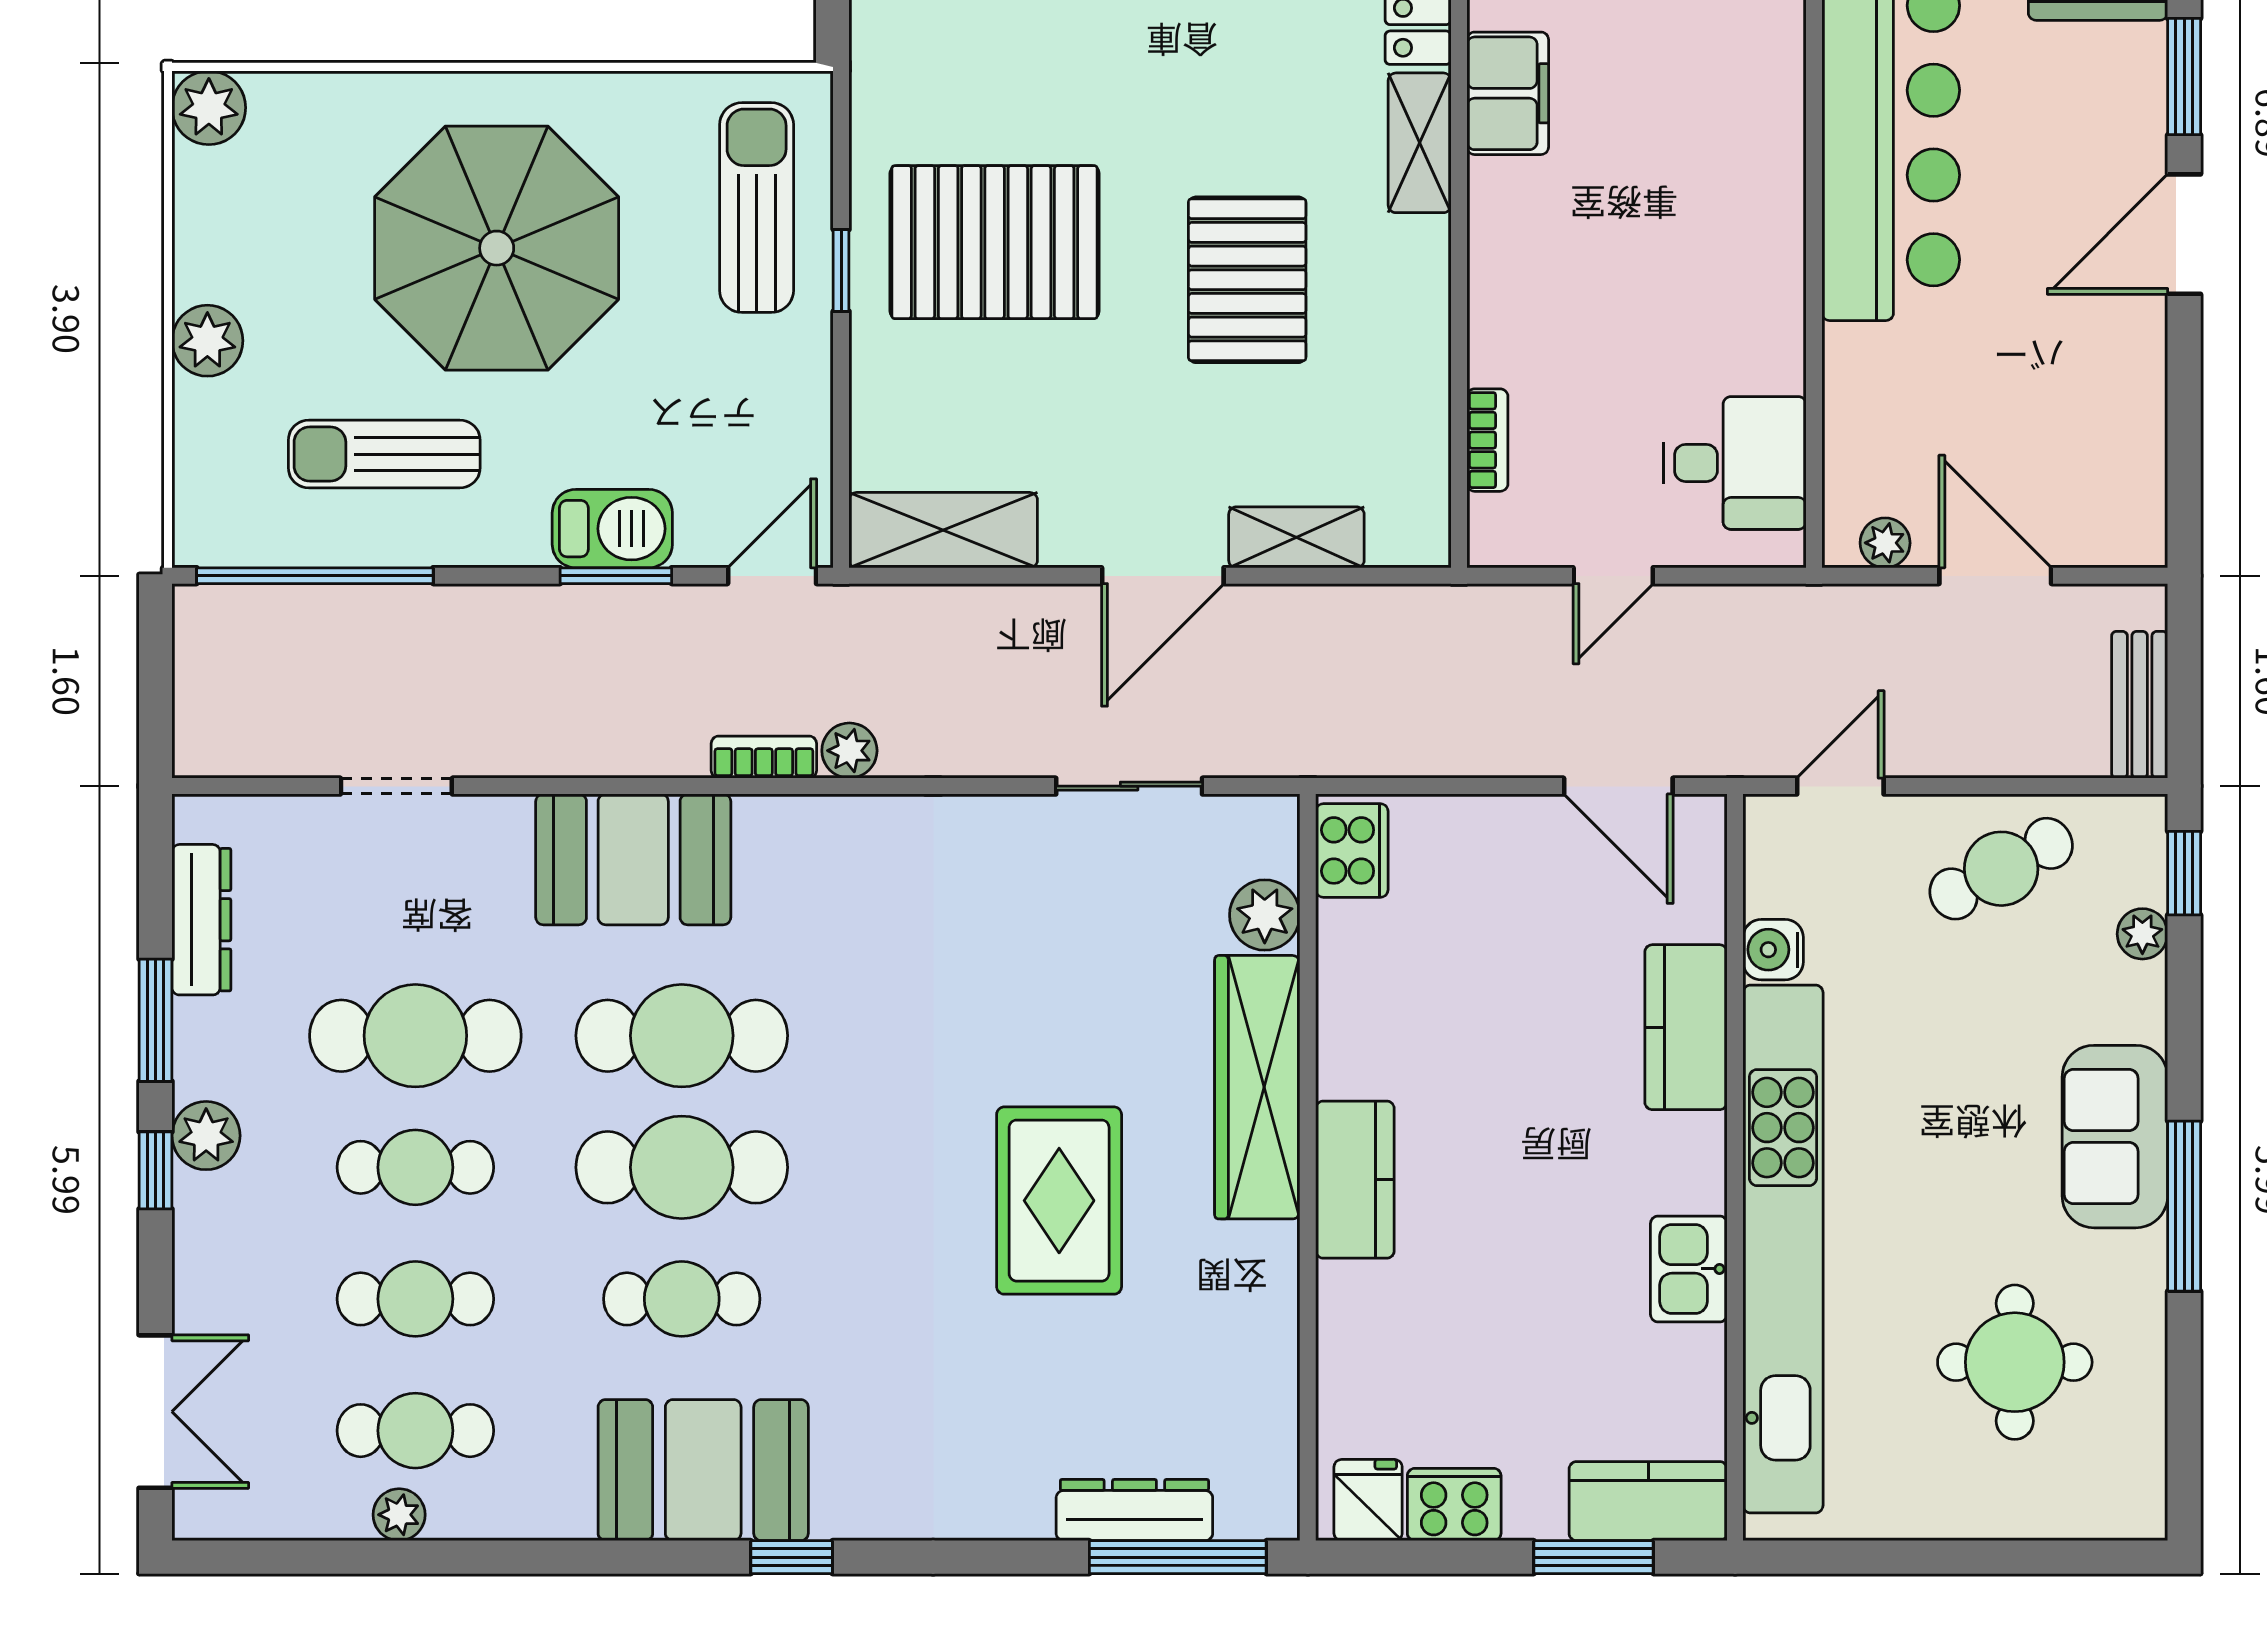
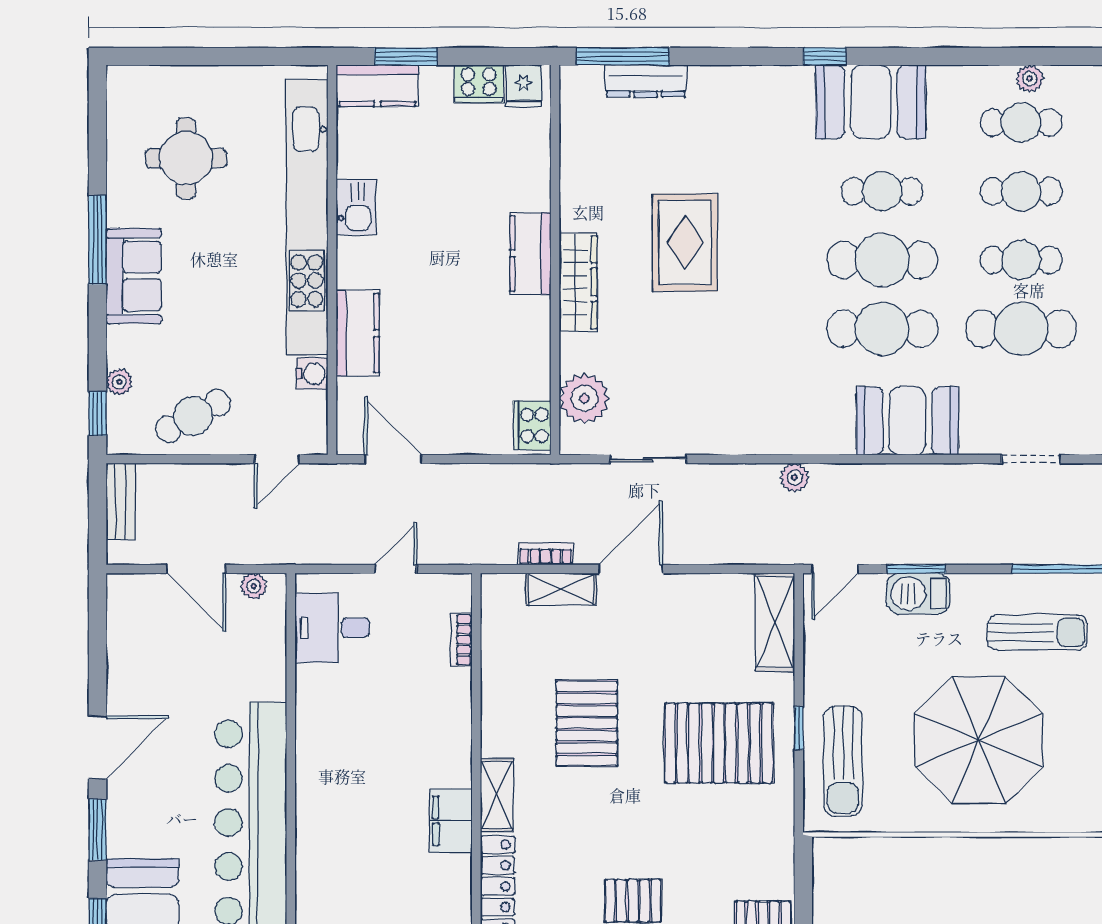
shelving: (943, 530) -> (775, 622), moved, turned 90
bookcase: (764, 757) -> (546, 554), moved, turned 180
plant: (1265, 915) -> (584, 398), width x1.36, depth x1.36
wardrobe: (1257, 1087) -> (578, 282), width x0.71, depth x0.85

